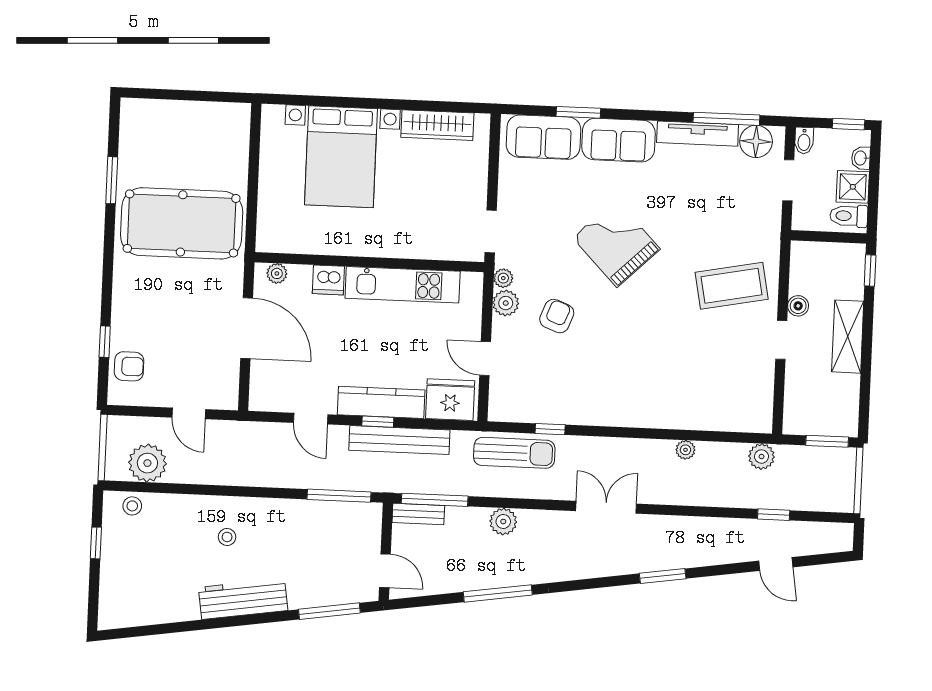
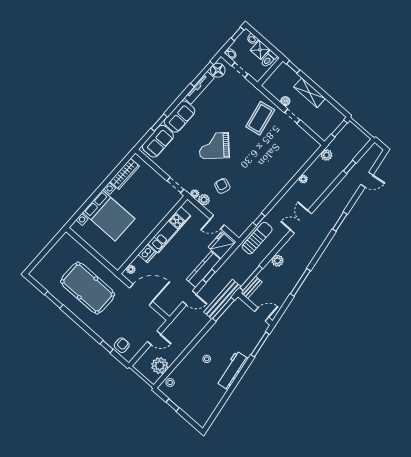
pool table: (182, 223) -> (88, 288), turned 90
bench: (399, 440) -> (222, 299), moved

